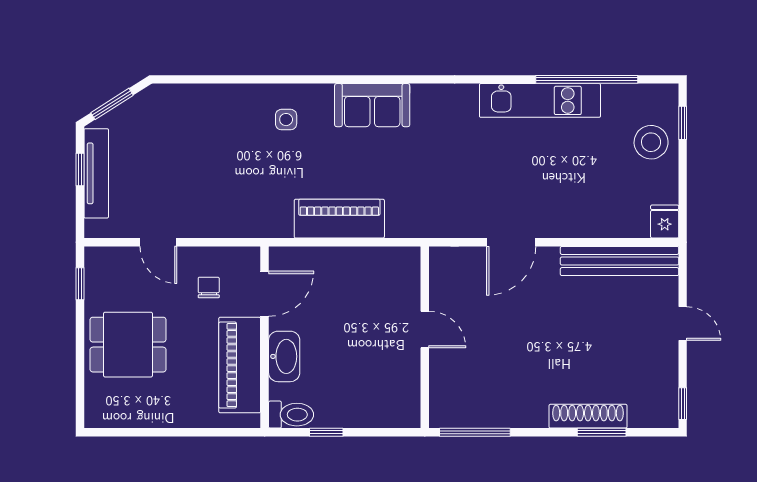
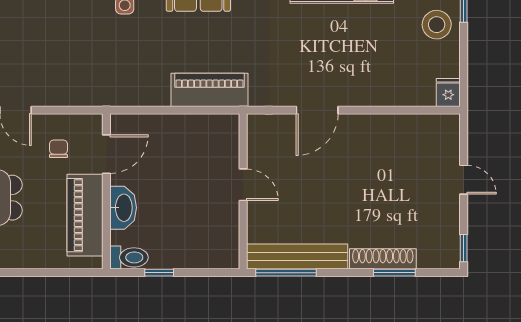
piano: (339, 219) -> (210, 90), moved
bench: (620, 261) -> (297, 257), moved

